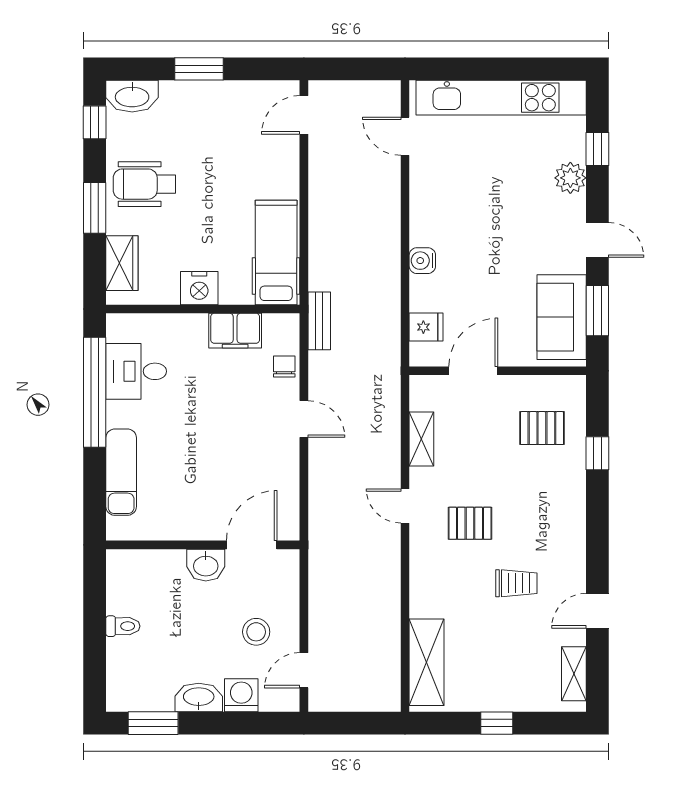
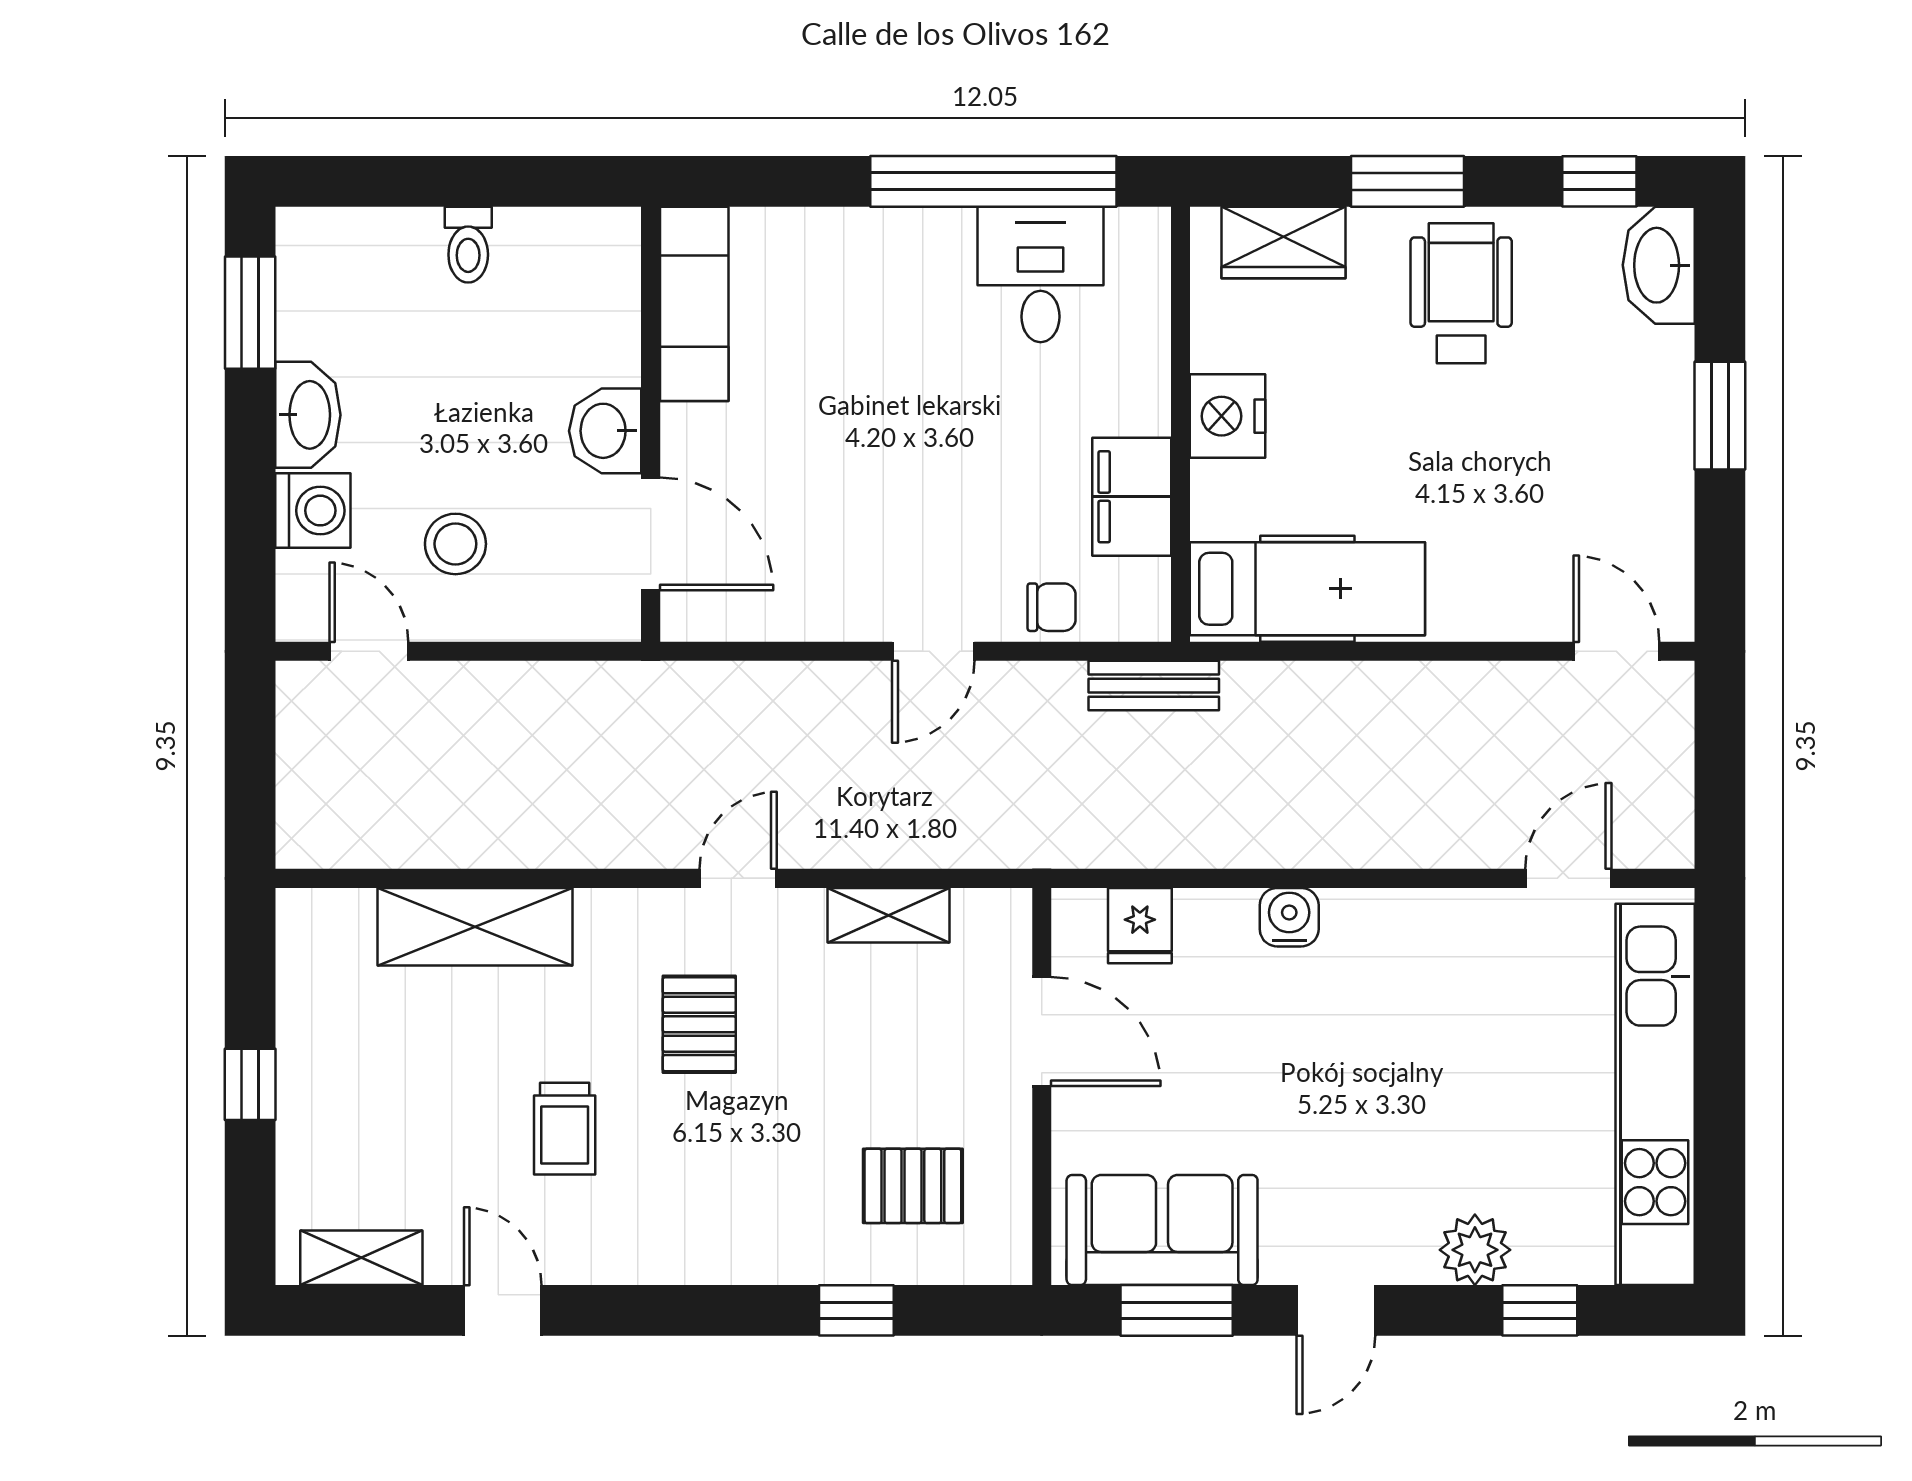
pallet: (542, 428) -> (913, 1186), turned 90
exam couch: (121, 472) -> (694, 304), moved, turned -90
shelving: (427, 662) -> (475, 927), moved

